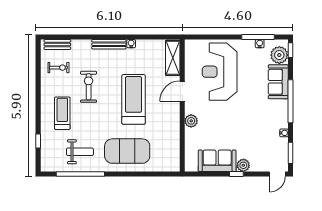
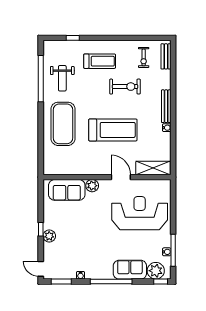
sofa: (217, 161) -> (67, 190), moved, turned 90

